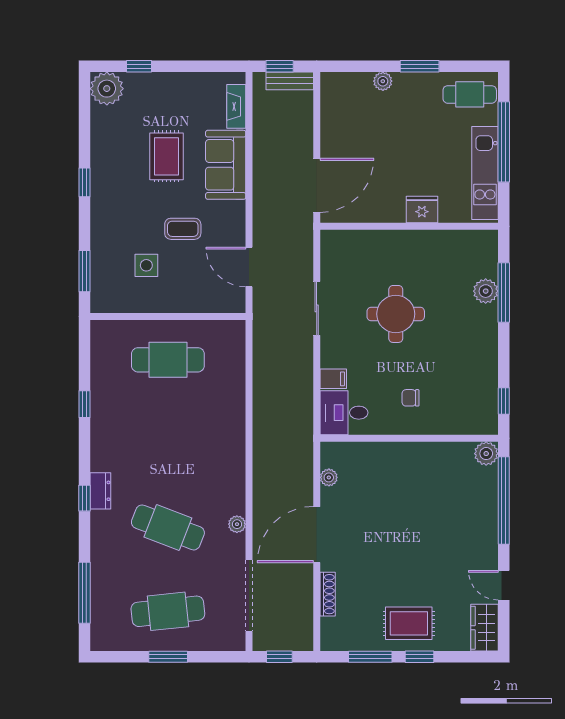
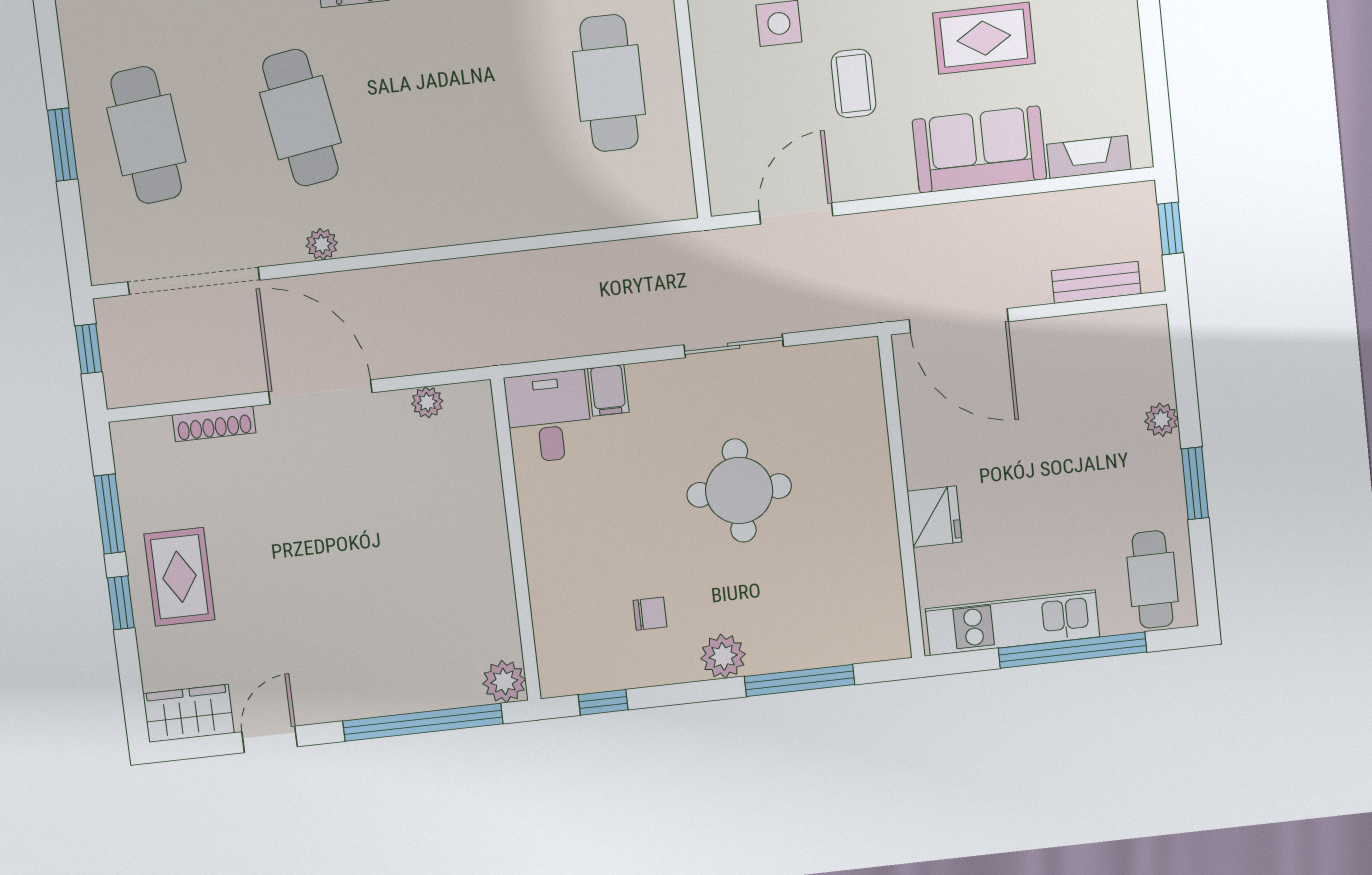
bench: (290, 81) -> (1096, 282), moved, turned 90
plant: (486, 291) -> (723, 656), moved
chair: (411, 398) -> (650, 614), moved, turned 90
cafe table: (168, 527) -> (300, 118), turned -30

